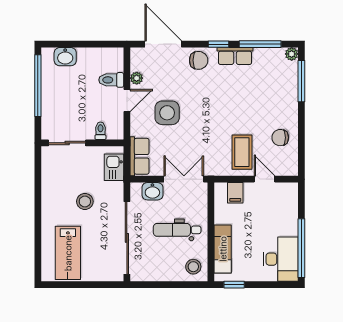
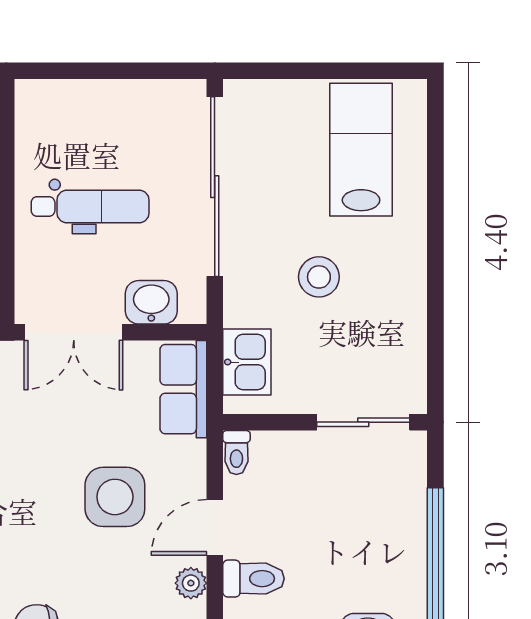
toilet: (100, 131) -> (236, 452), moved
stool: (193, 267) -> (50, 115), removed

